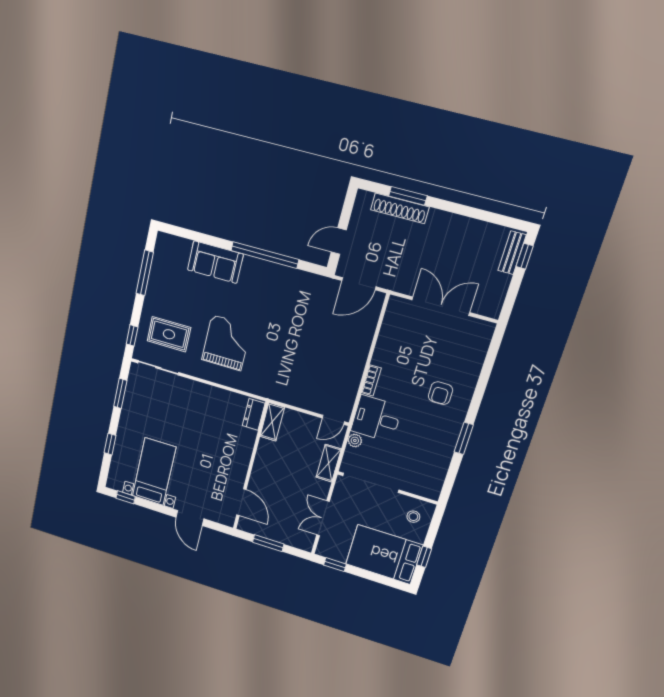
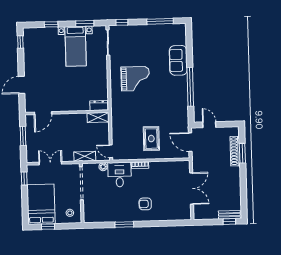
rug: (169, 334) -> (151, 139), moved
bed with nightstands: (154, 472) -> (76, 46), moved, turned 90

